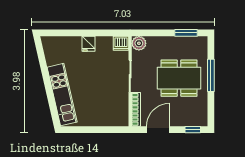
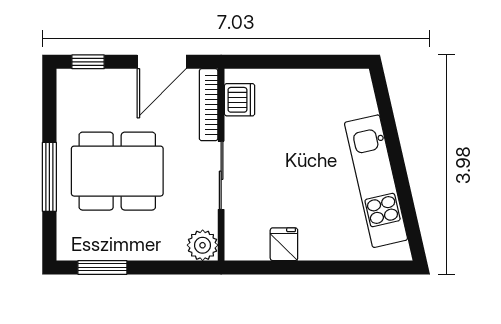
dishwasher: (121, 43) -> (240, 100), moved, turned 90
fridge: (88, 44) -> (284, 244), moved
kitchen unit: (62, 95) -> (376, 181), moved

